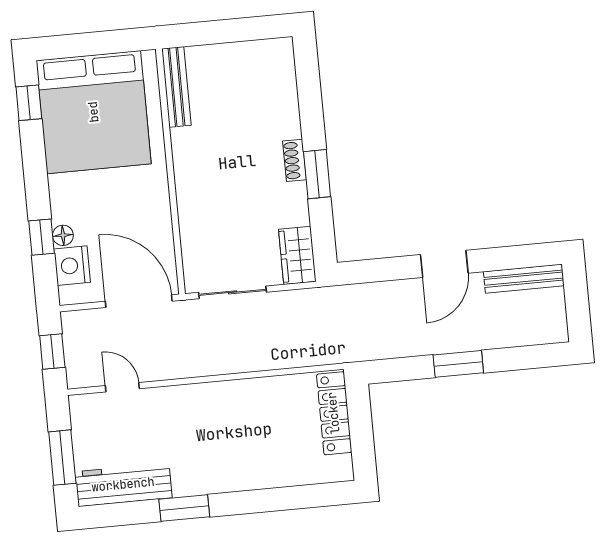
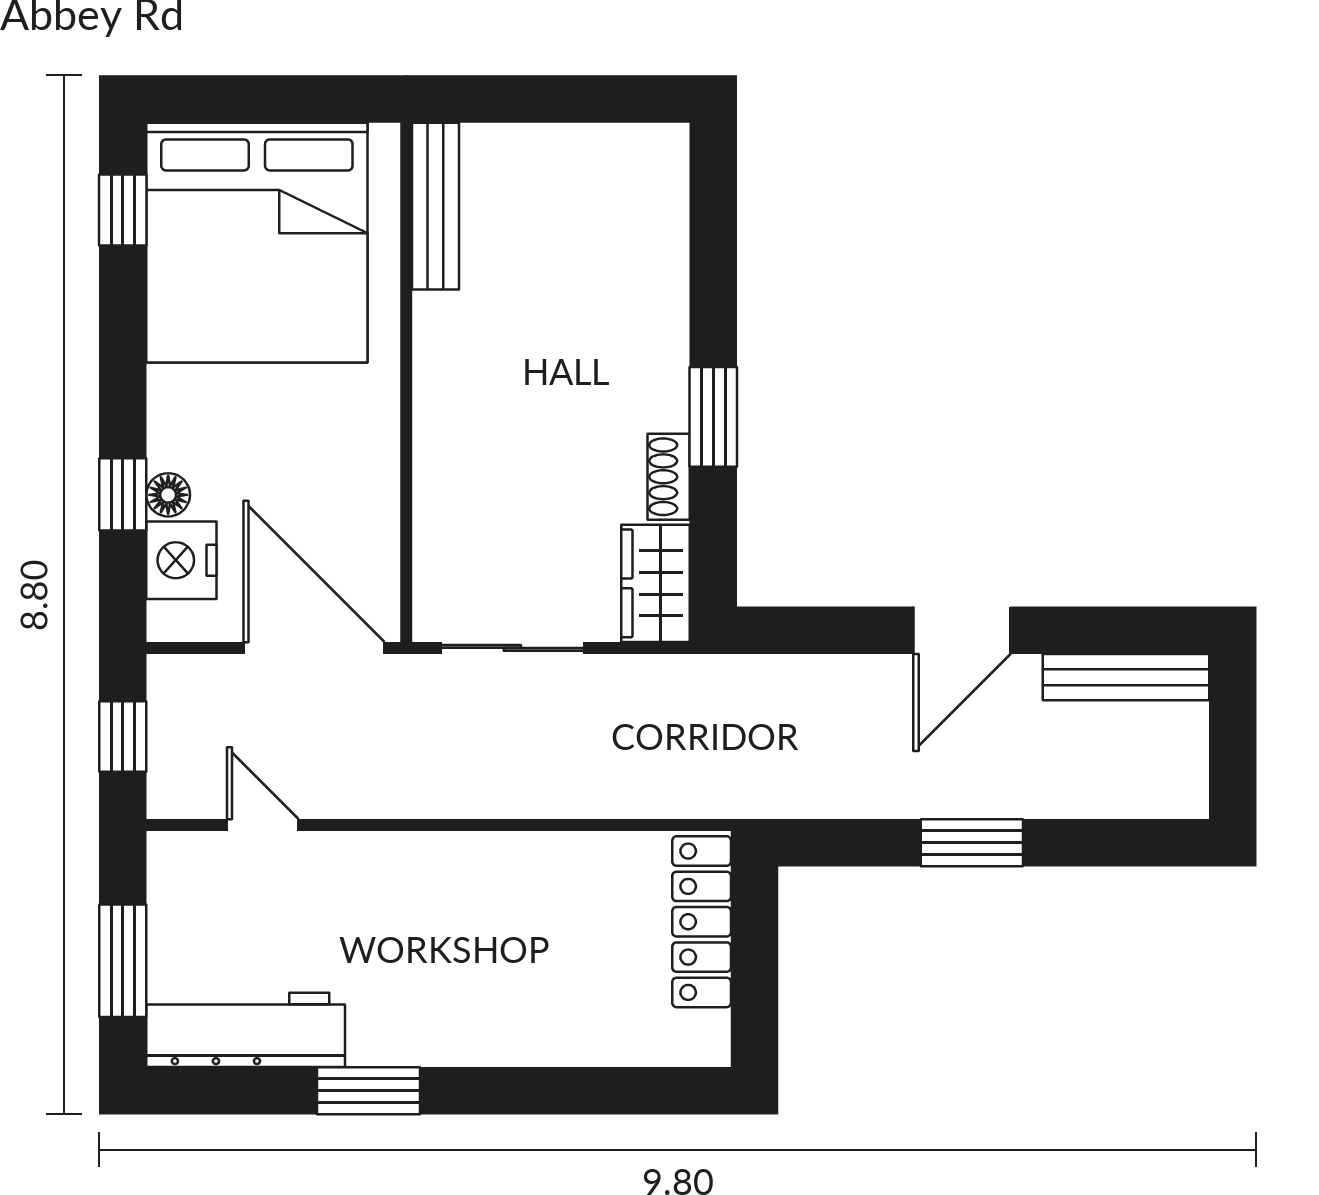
shoe rack: (295, 160) -> (669, 477), moved

